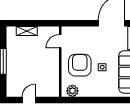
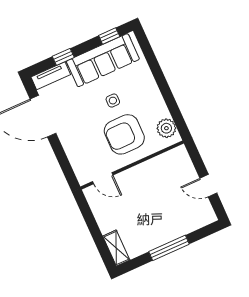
shelving: (27, 31) -> (116, 248), moved

